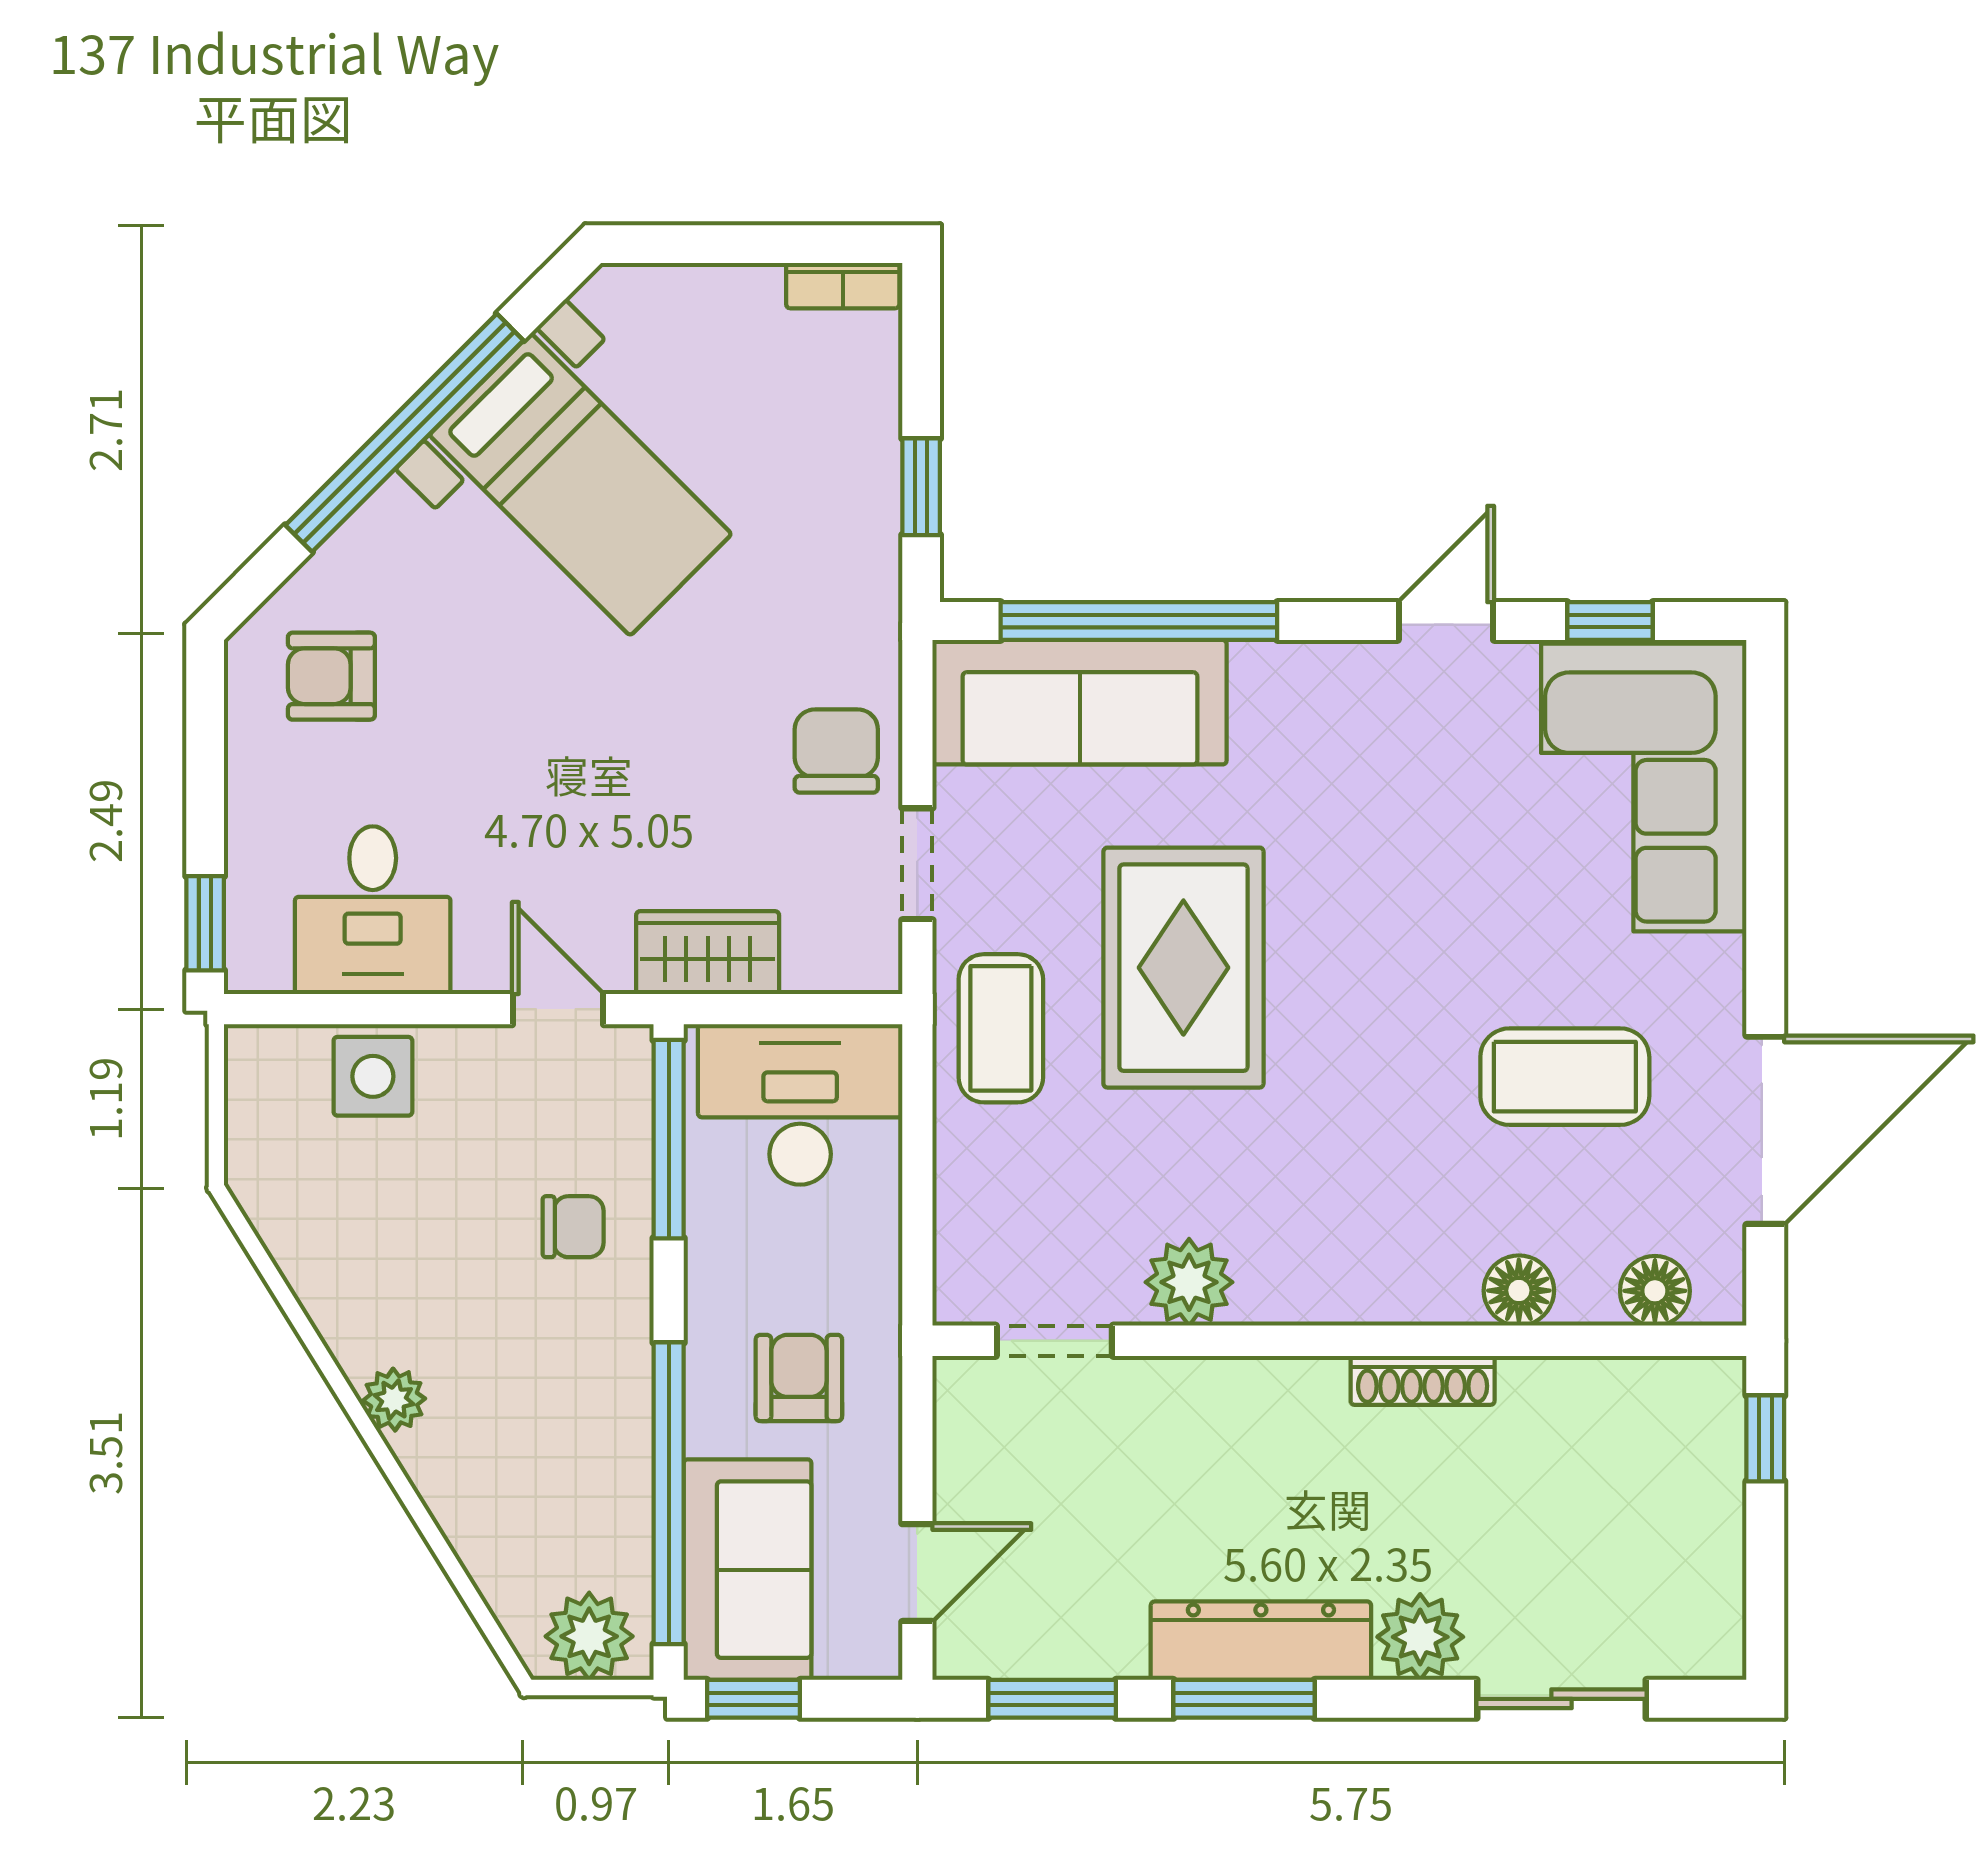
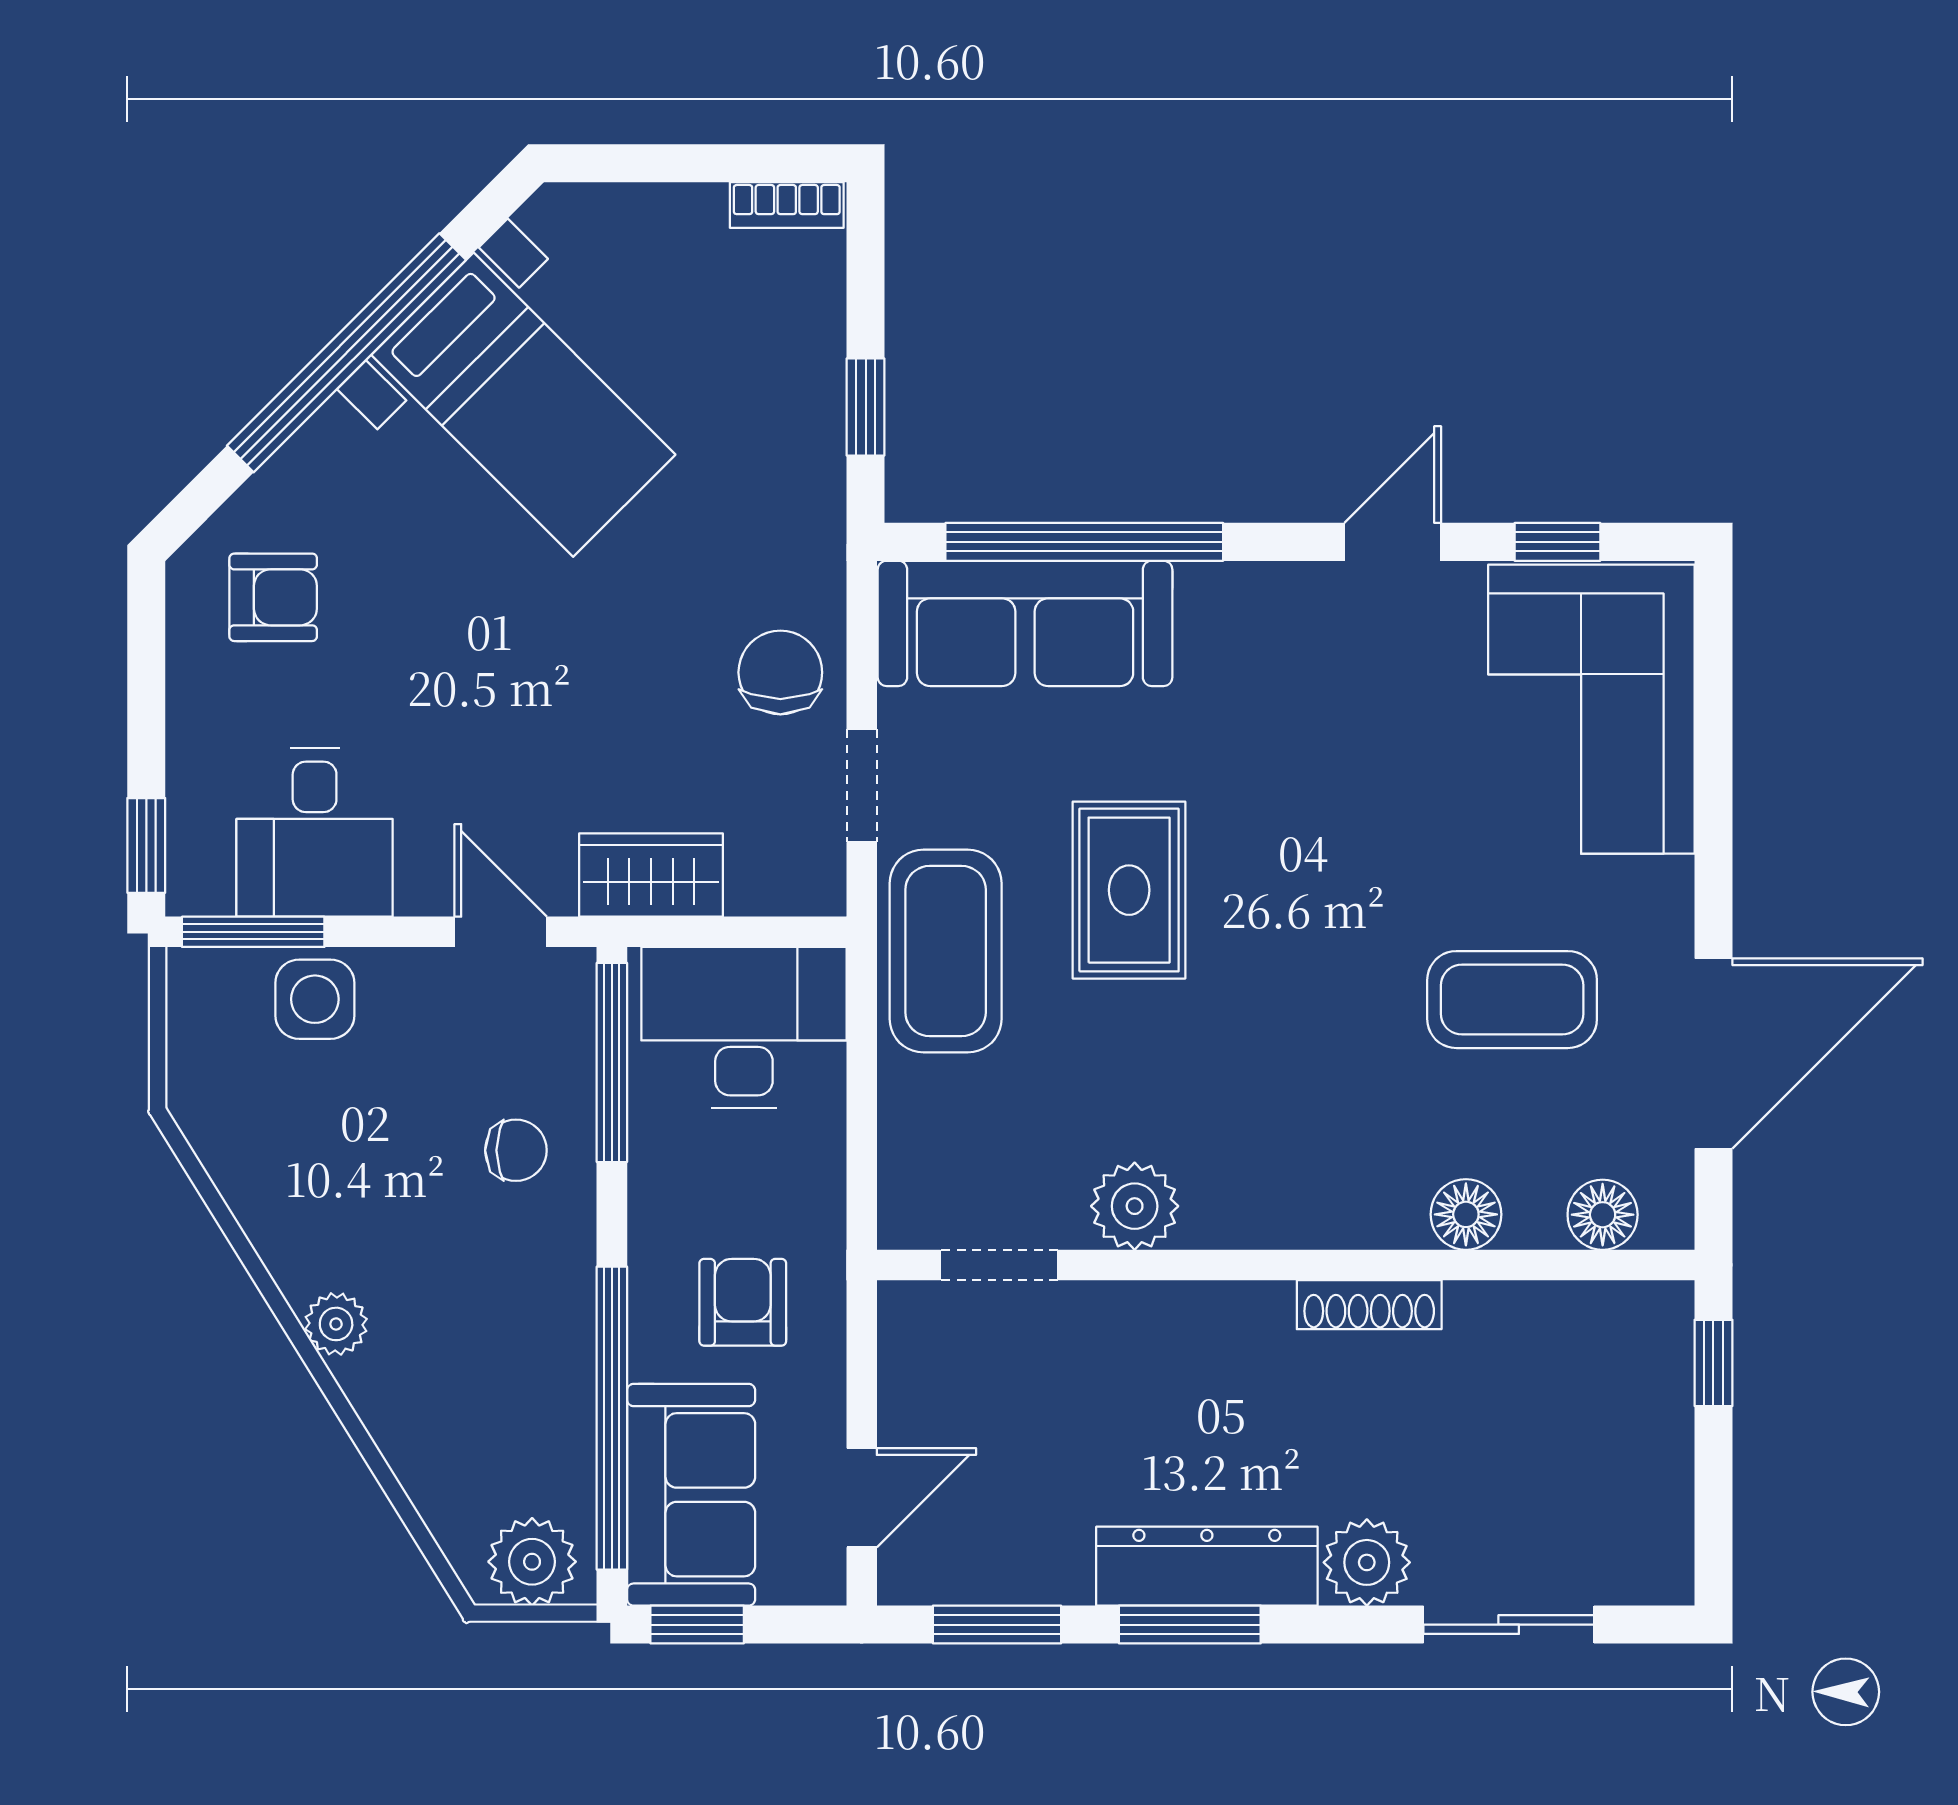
armchair: (331, 676) -> (273, 597), turned 180
rug: (1183, 968) -> (1129, 890), width x0.73, depth x0.70
window: (312, 1009) -> (253, 932), added
coffee table: (1001, 1028) -> (946, 951), width x1.36, depth x1.32

